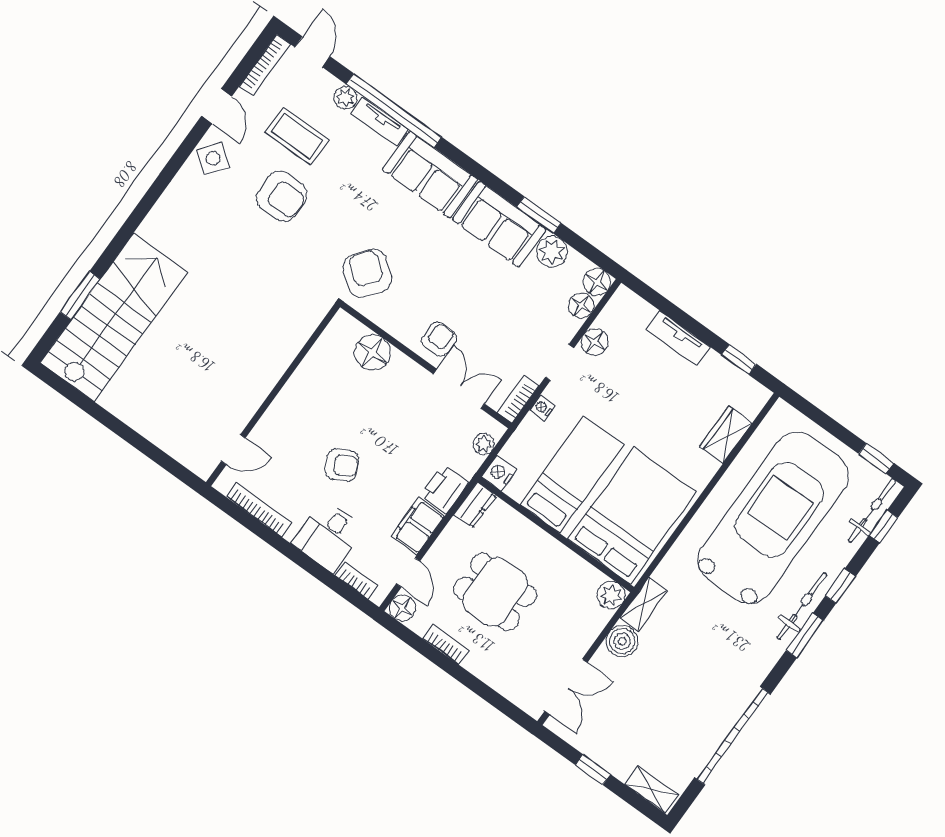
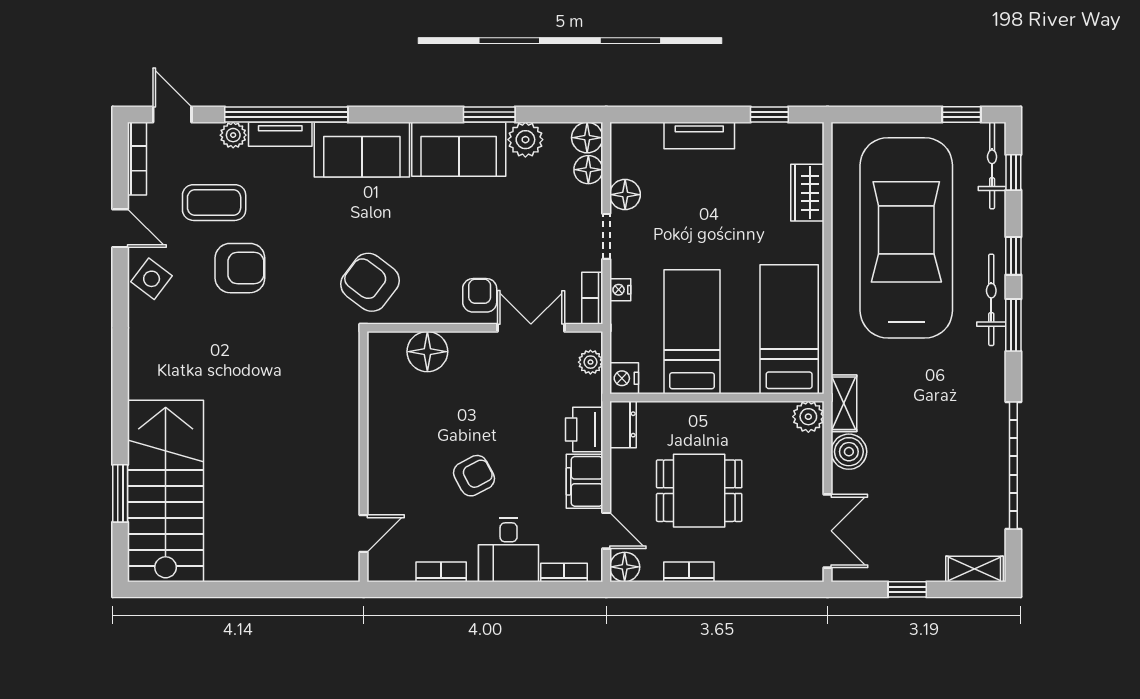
bookcase: (259, 510) -> (441, 572), width x0.64
bed: (632, 515) -> (789, 329), width x0.67

